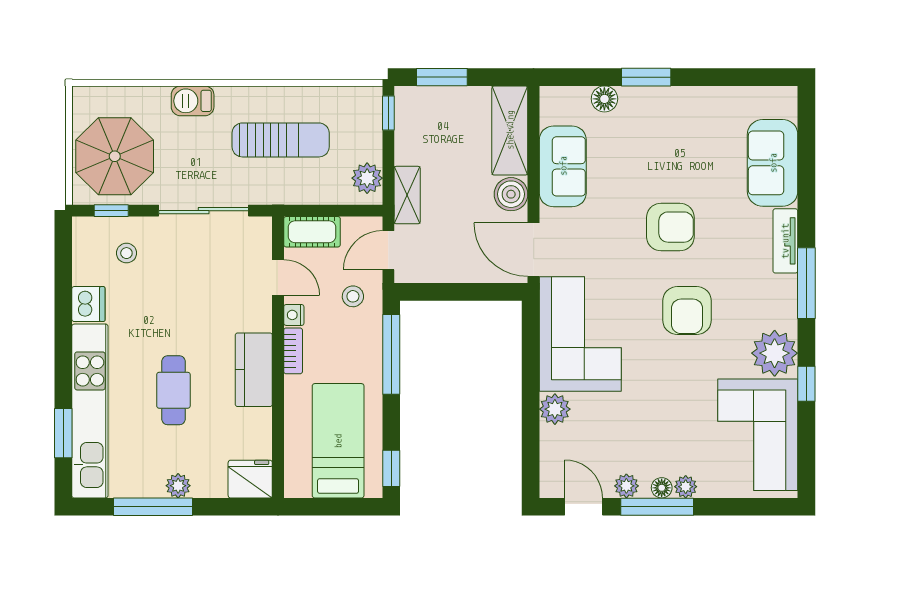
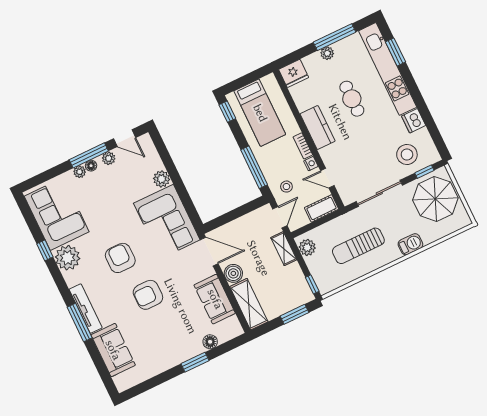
tv unit: (785, 241) -> (86, 309), width x1.41
stool: (126, 253) -> (407, 155), width x1.89, depth x1.89
window: (806, 283) -> (80, 322), moved

